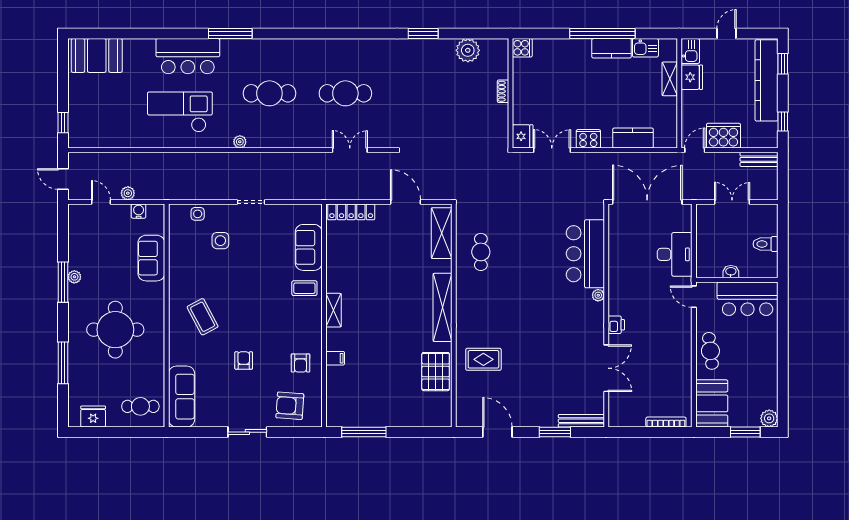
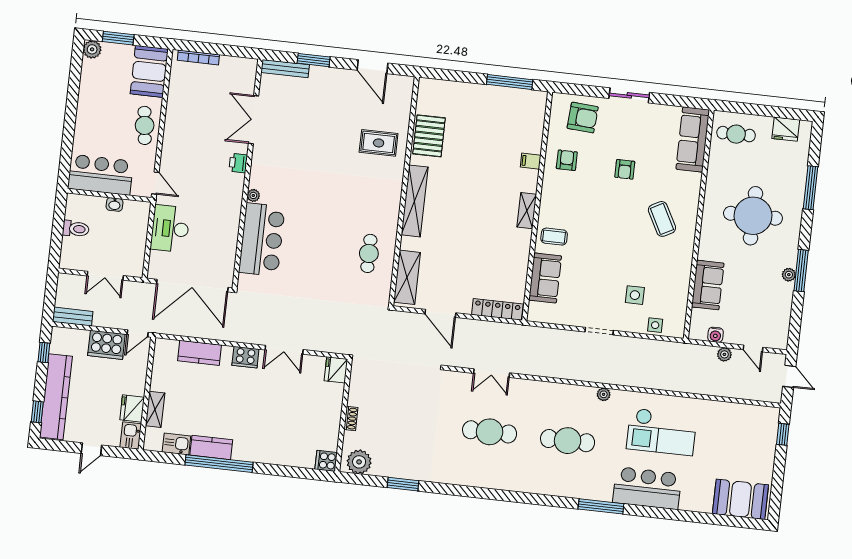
cooker: (522, 48) -> (326, 461), moved
shoe rack: (503, 91) -> (351, 418), moved
wall: (511, 93) -> (343, 415), moved
fridge: (523, 136) -> (336, 370), moved

